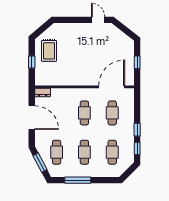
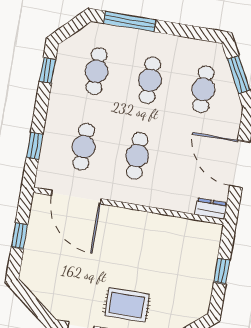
rug: (49, 51) -> (127, 305), moved, turned 90
door: (112, 87) -> (76, 197), hinge flipped
window: (137, 130) -> (35, 146), moved
window: (78, 180) -> (130, 22), moved

